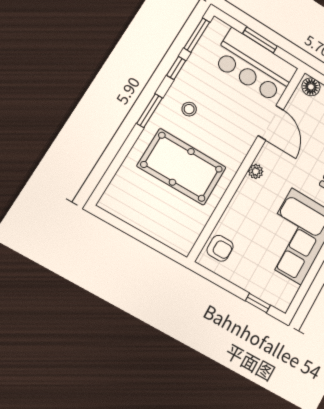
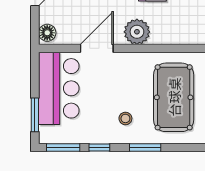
window: (260, 40) -> (35, 115), moved
plant: (256, 171) -> (137, 32), width x1.87, depth x1.87

